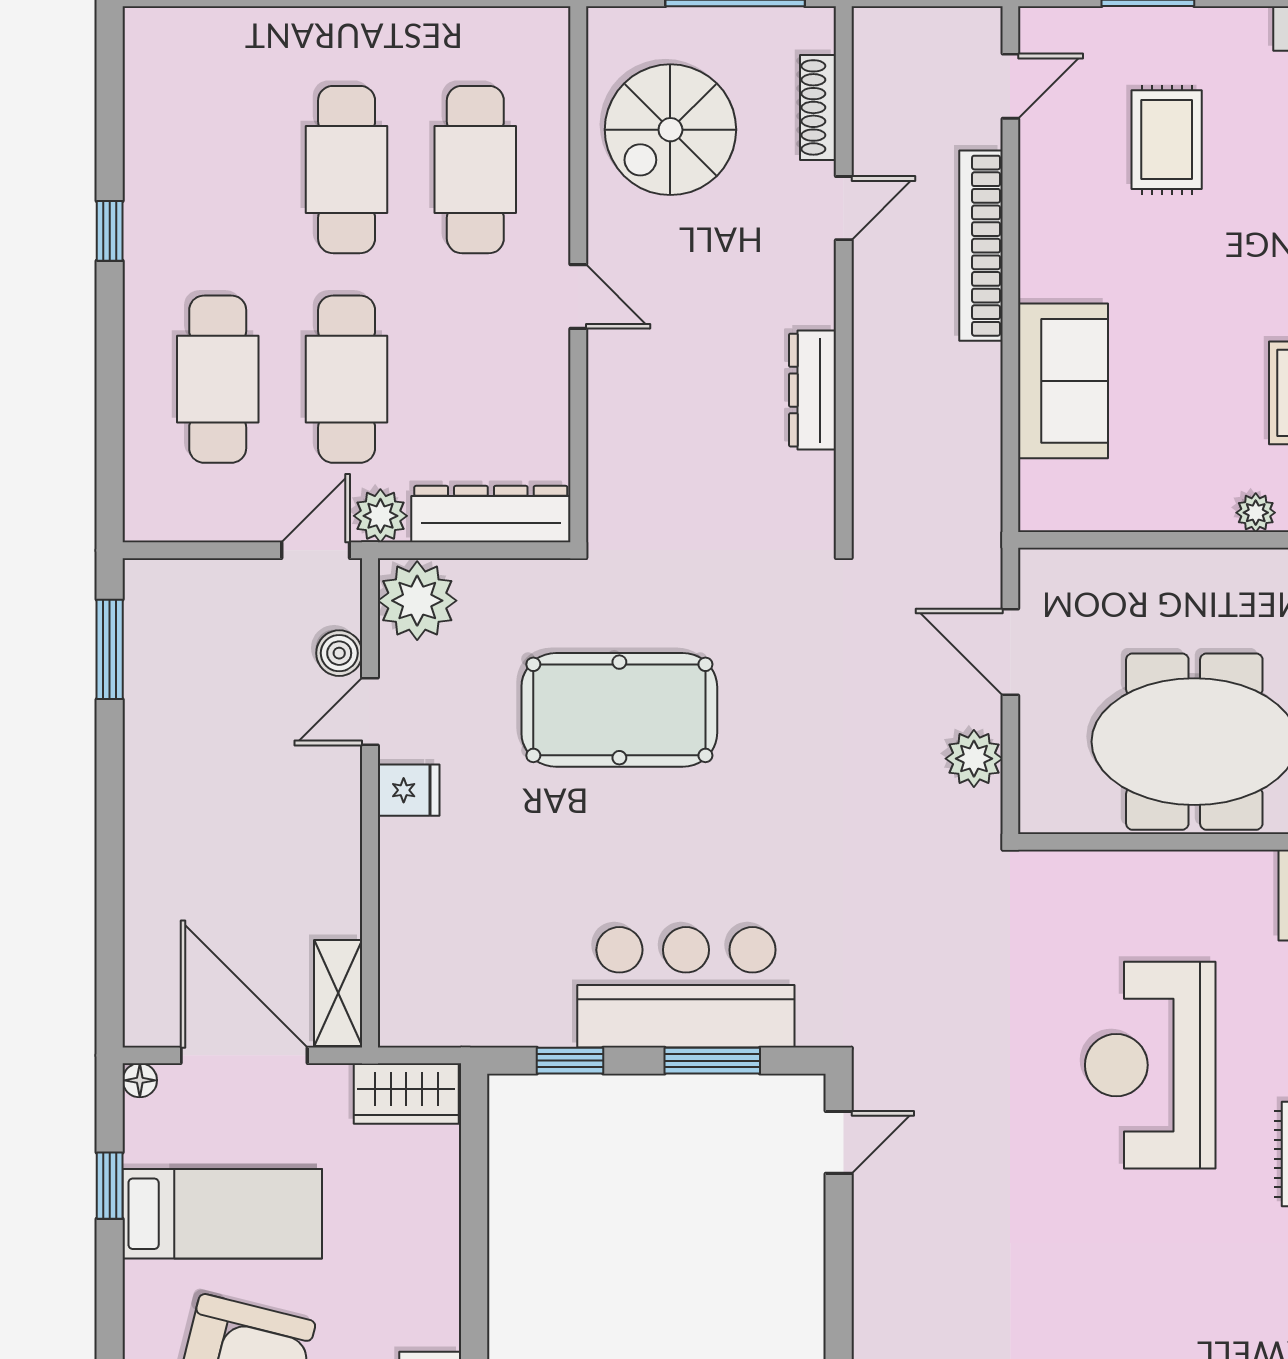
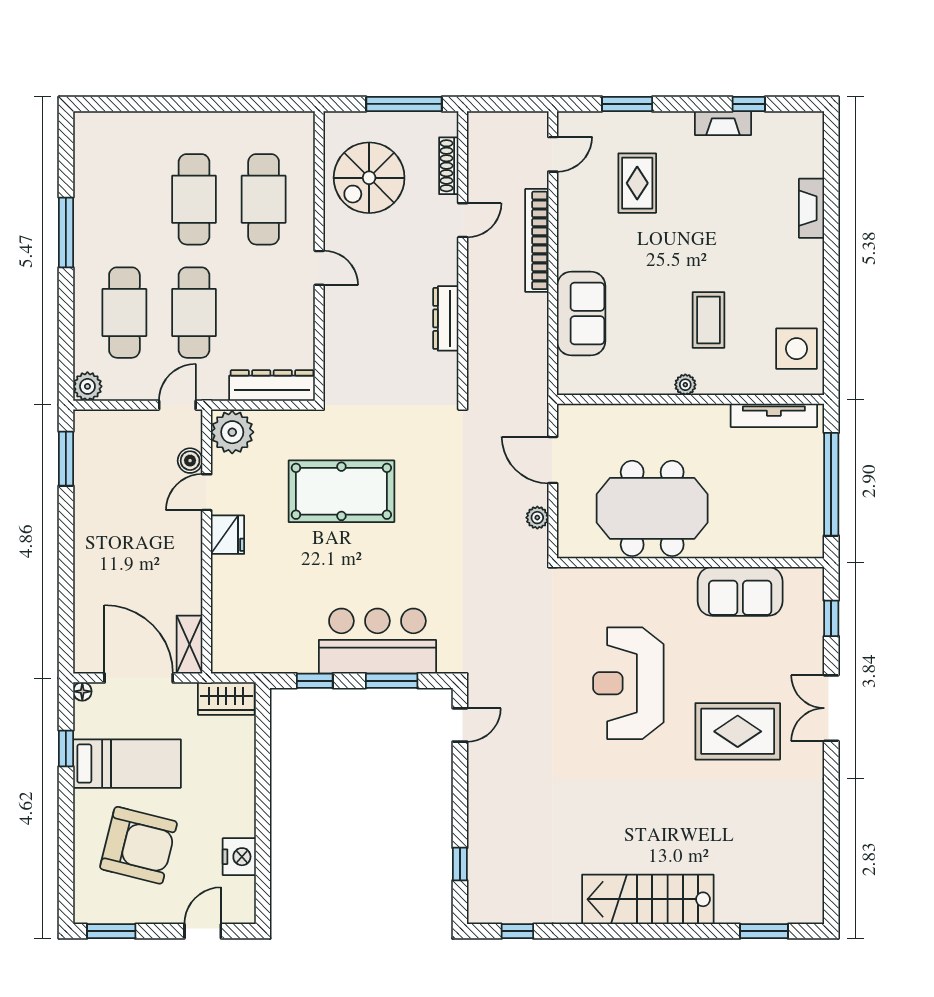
window: (110, 231) -> (66, 232), width x2.17
plant: (380, 516) -> (87, 386), moved
plant: (974, 759) -> (537, 518), width x0.73, depth x0.73
fridge: (409, 790) -> (228, 535), width x1.38

